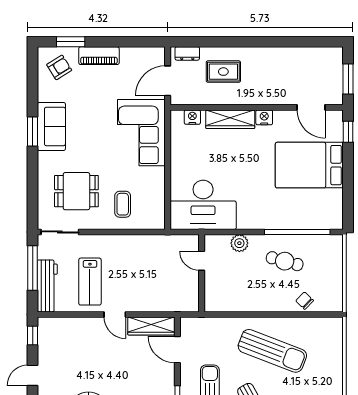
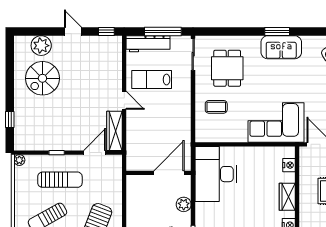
wardrobe: (230, 119) -> (287, 197), width x0.67
door: (202, 261) -> (169, 173), width x1.88
door: (115, 314) -> (124, 100), swing flipped

